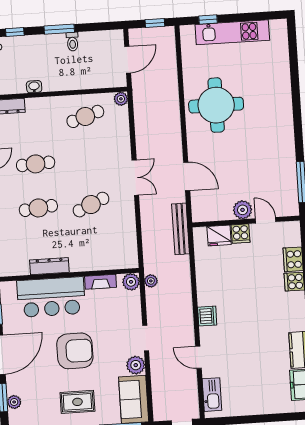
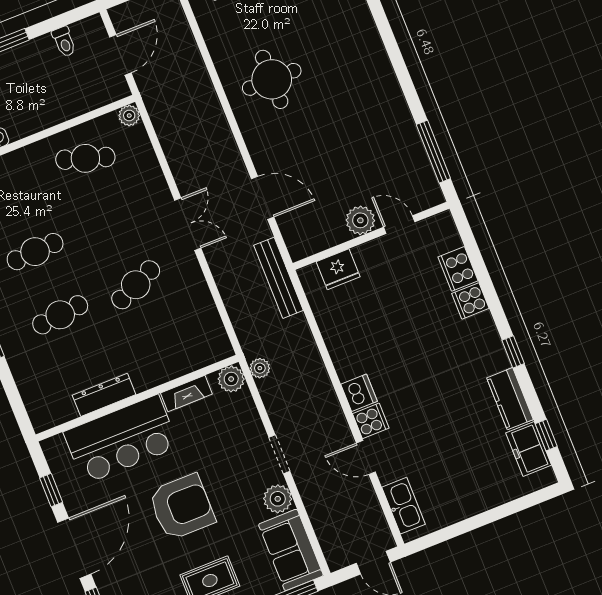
toilet: (72, 42) -> (64, 42), moved
round table: (216, 105) -> (272, 79), width x0.73, depth x0.73
cafe table: (85, 116) -> (85, 158), turned 36
cooker: (240, 234) -> (371, 421), moved, turned -90

